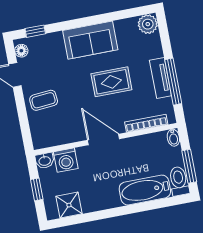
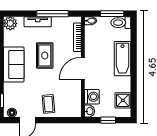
tv unit: (160, 78) -> (38, 22), moved
bathtub: (145, 190) -> (122, 59), moved

